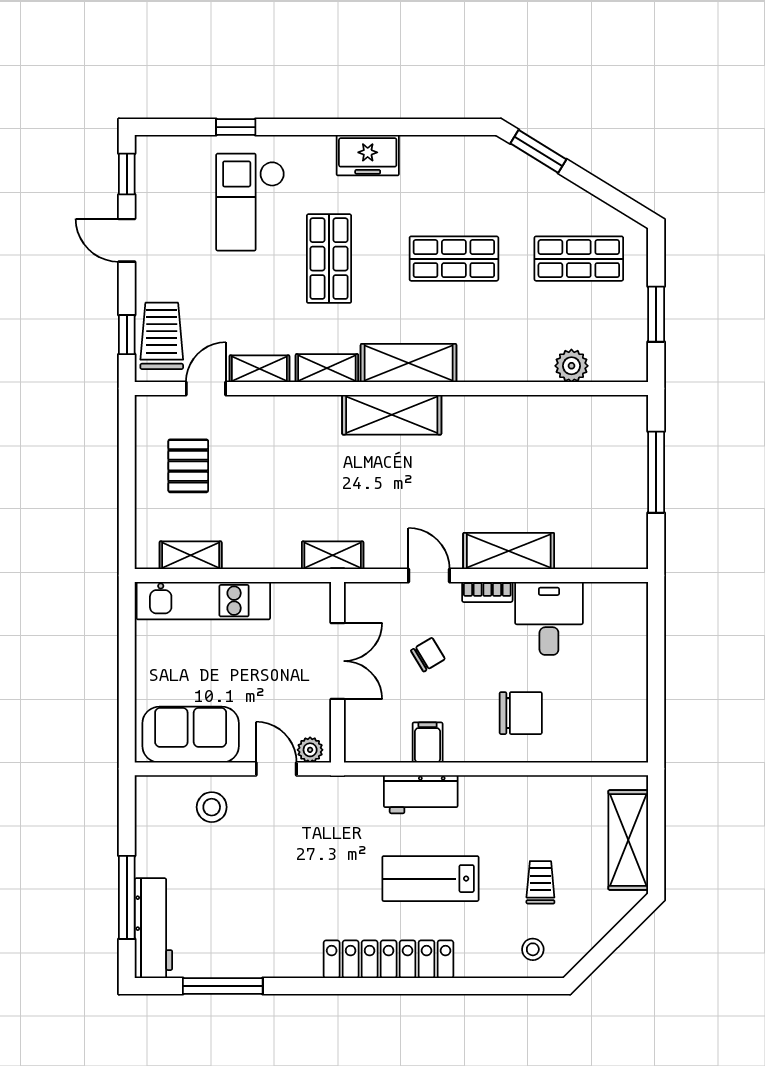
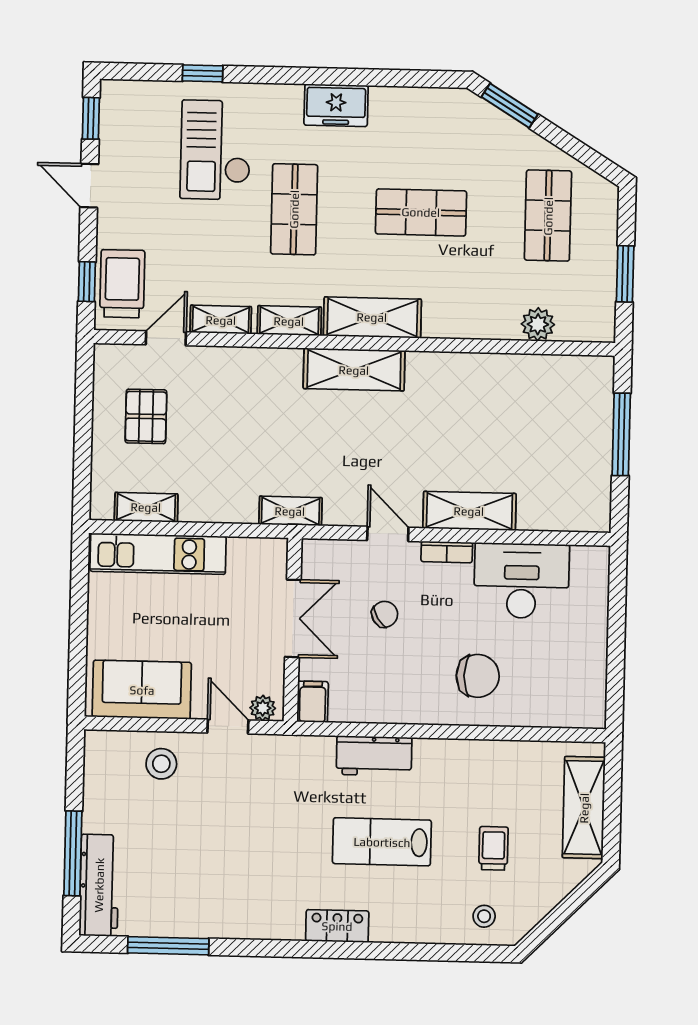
shop shelf: (579, 259) -> (548, 216), turned 90
desk: (549, 618) -> (522, 581), width x1.37
filing cabinet: (428, 742) -> (313, 702), moved
locker: (389, 959) -> (337, 926), width x0.46, depth x0.83

